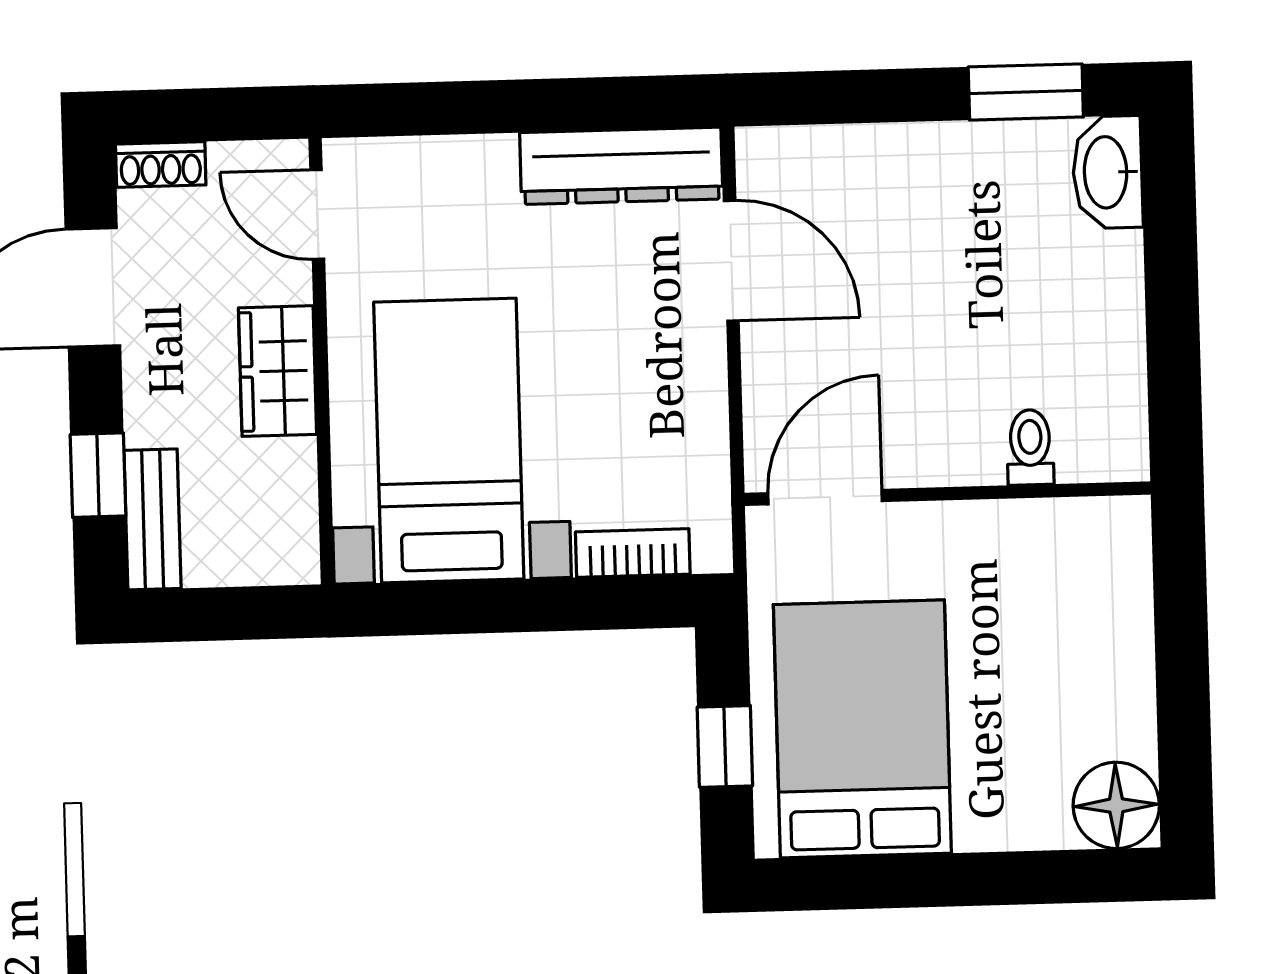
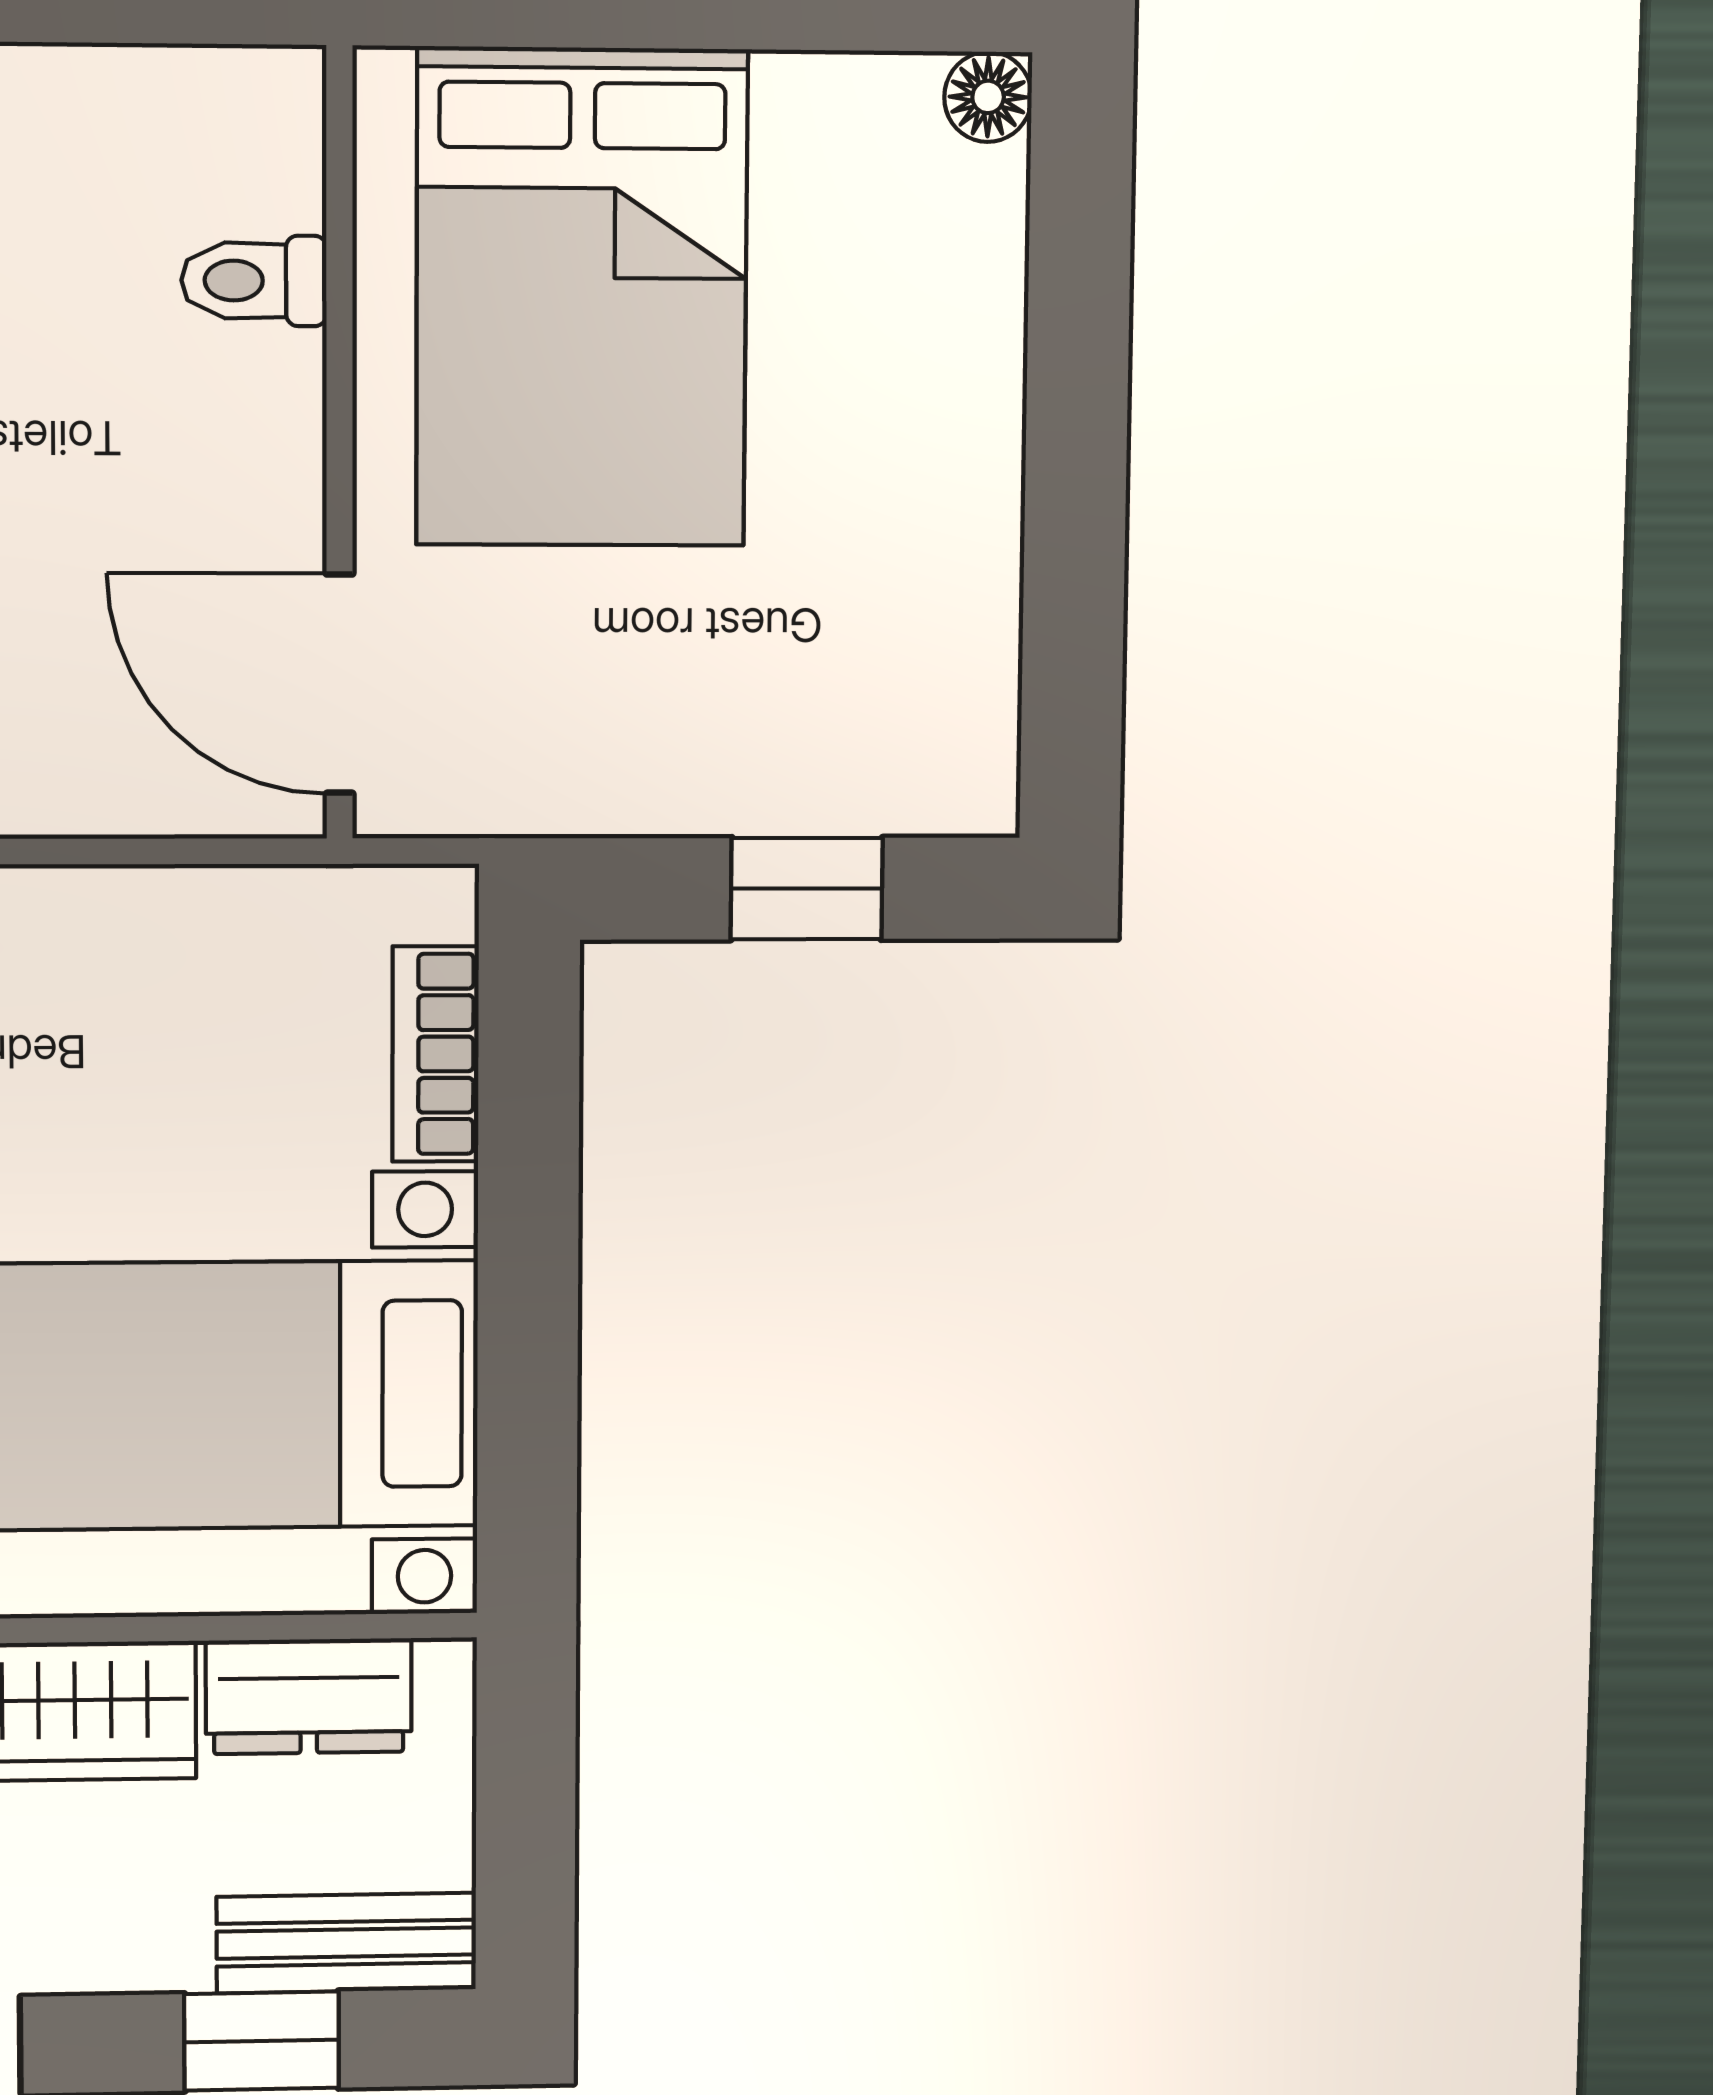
dresser: (287, 495) -> (309, 1696), added
bed: (862, 729) -> (582, 298), moved, turned -90
floor lamp: (1116, 805) -> (988, 97), width x0.53, depth x0.53

